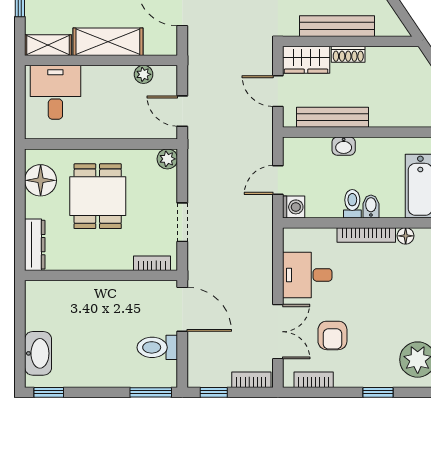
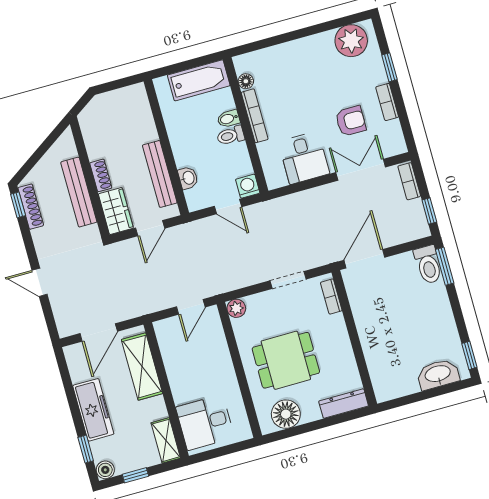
shelving: (108, 42) -> (142, 367), moved
plant: (144, 74) -> (168, 350), removed
washbasin: (344, 146) -> (188, 178), moved
toilet: (157, 347) -> (428, 265), moved
bookcase: (314, 380) -> (387, 102), moved

